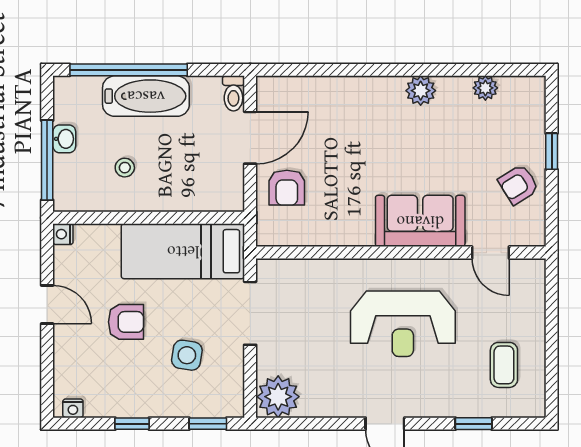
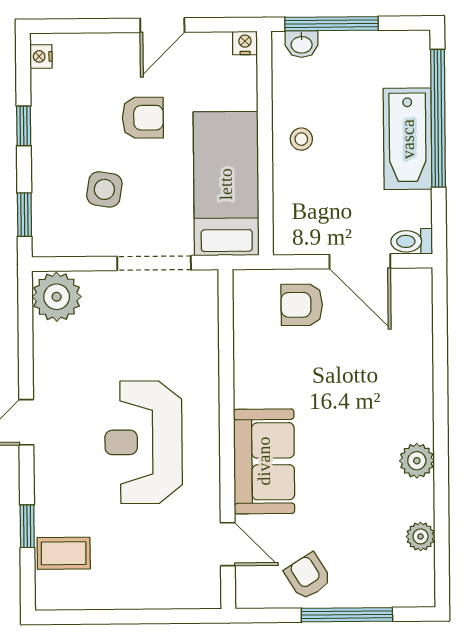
washbasin: (64, 139) -> (302, 44), moved
window: (552, 151) -> (347, 615), width x2.17
stool: (125, 168) -> (301, 139), moved
door: (491, 253) -> (228, 544), swing flipped
armchair: (126, 322) -> (143, 118), turned -90
coffee table: (504, 365) -> (64, 553), moved

